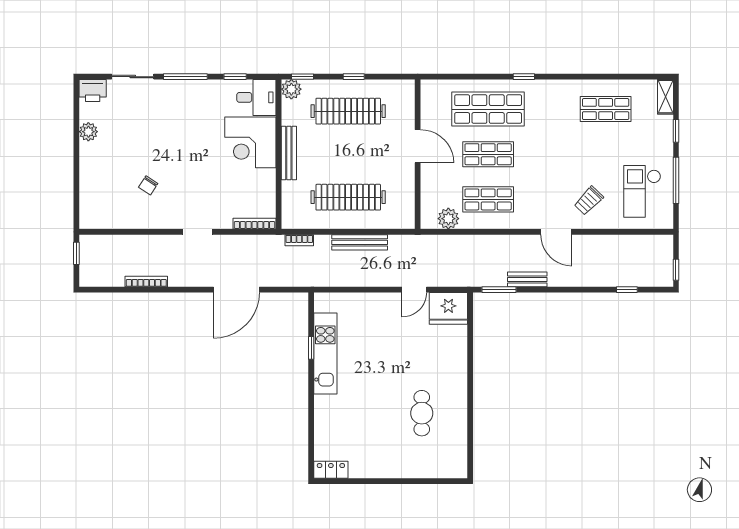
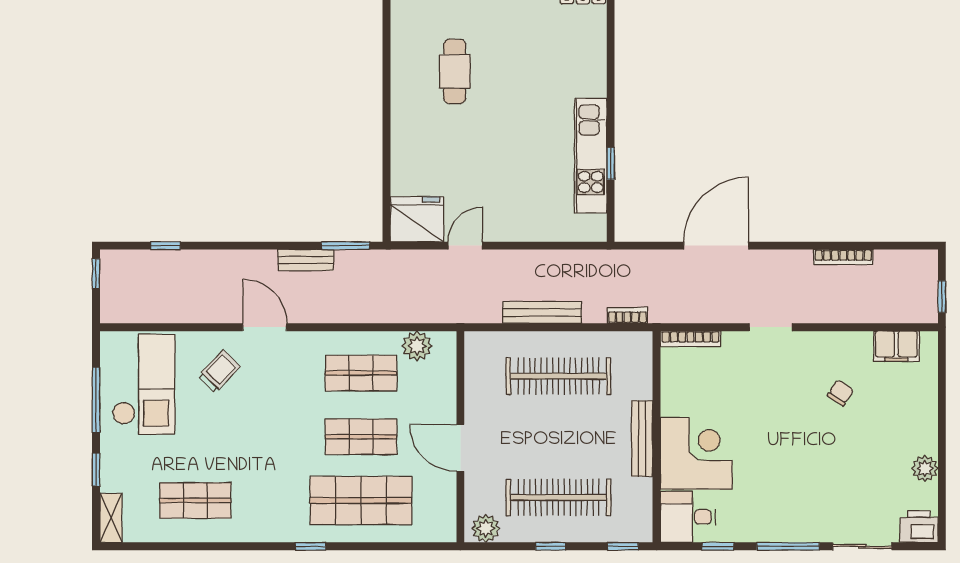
plant: (291, 89) -> (486, 528), moved
checkout: (642, 191) -> (144, 384), width x1.36, depth x1.21
filing cabinet: (109, 218) -> (896, 346), added

